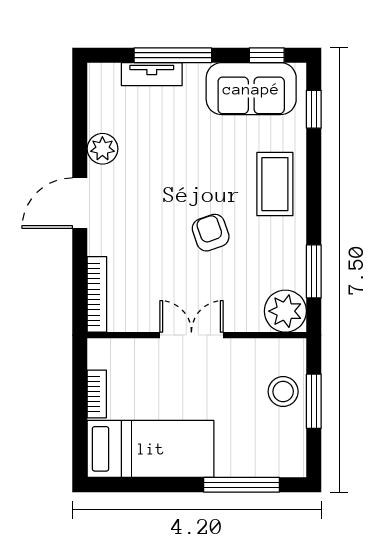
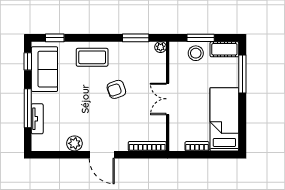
plant: (285, 311) -> (161, 47), width x0.53, depth x0.53
cot: (291, 449) -> (224, 49), added

